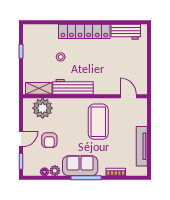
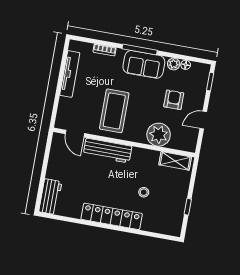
workbench: (126, 32) -> (50, 197), moved, turned 90
workbench: (73, 87) -> (107, 151), moved
plant: (43, 108) -> (159, 135), moved
door: (21, 139) -> (203, 120), moved

